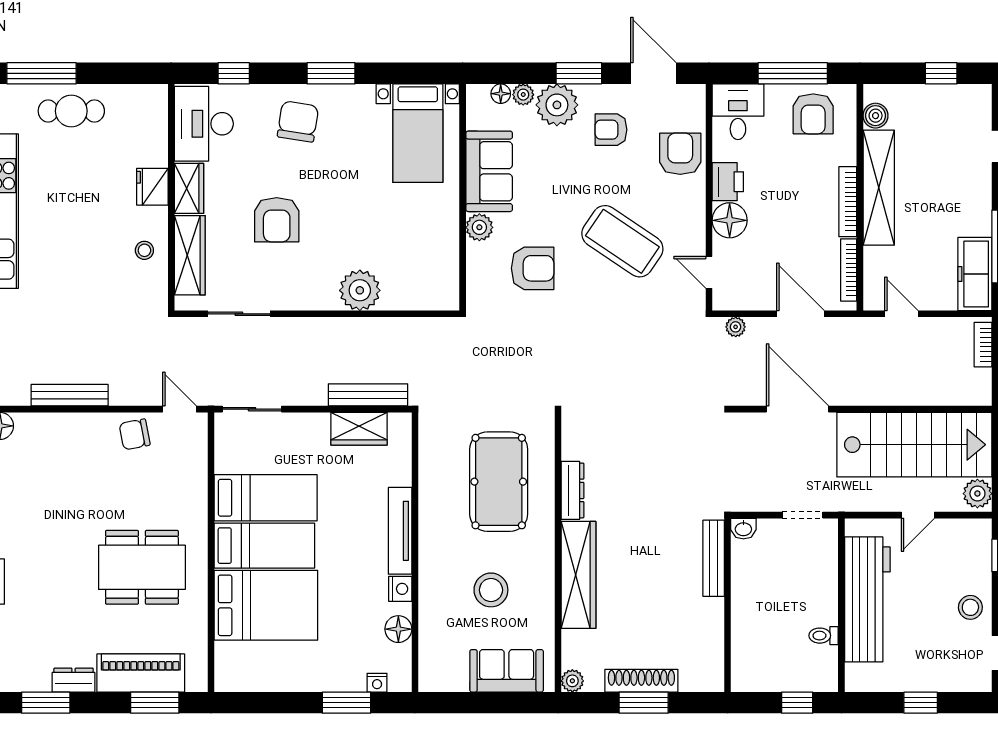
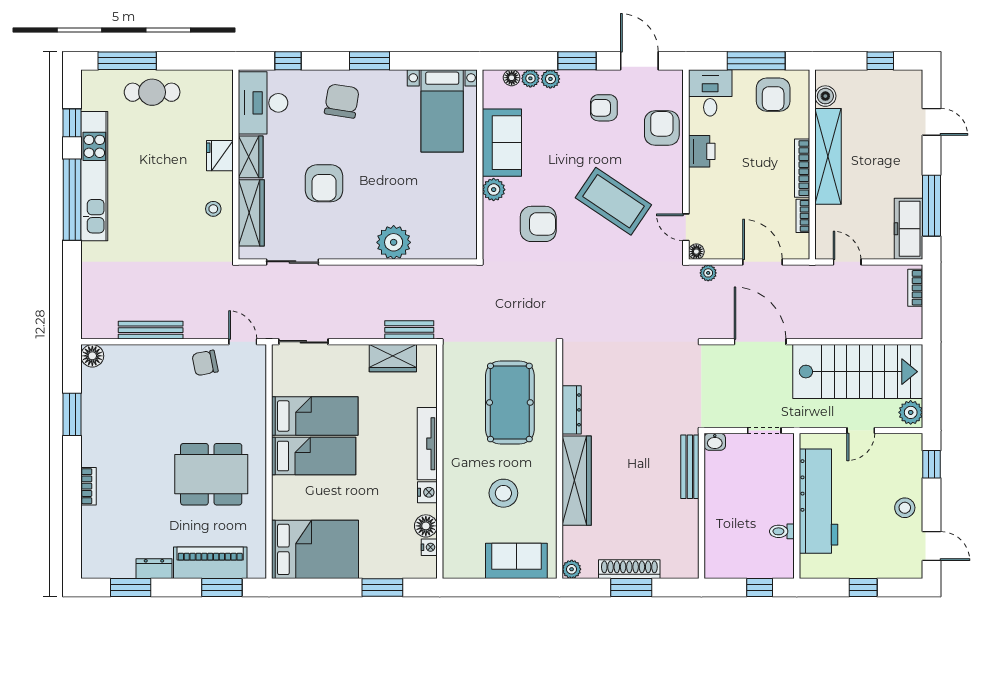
plant: (557, 105) -> (550, 79), width x0.53, depth x0.53
floor lamp: (730, 220) -> (696, 252), moved, width x0.53, depth x0.53
bookcase: (849, 270) -> (803, 216), width x0.64
bench: (368, 395) -> (409, 330), width x0.73
bed: (266, 605) -> (315, 549), moved
nightstand: (377, 683) -> (429, 547), moved, turned -90

